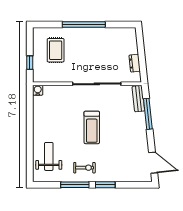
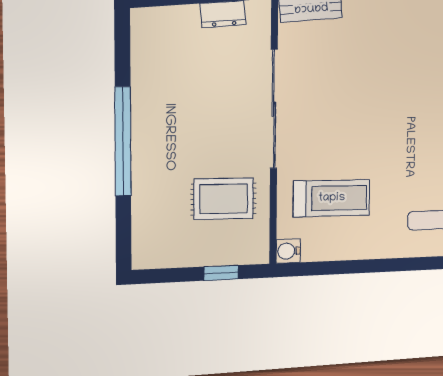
rug: (56, 50) -> (224, 199), moved
treadmill: (92, 127) -> (332, 198), moved

